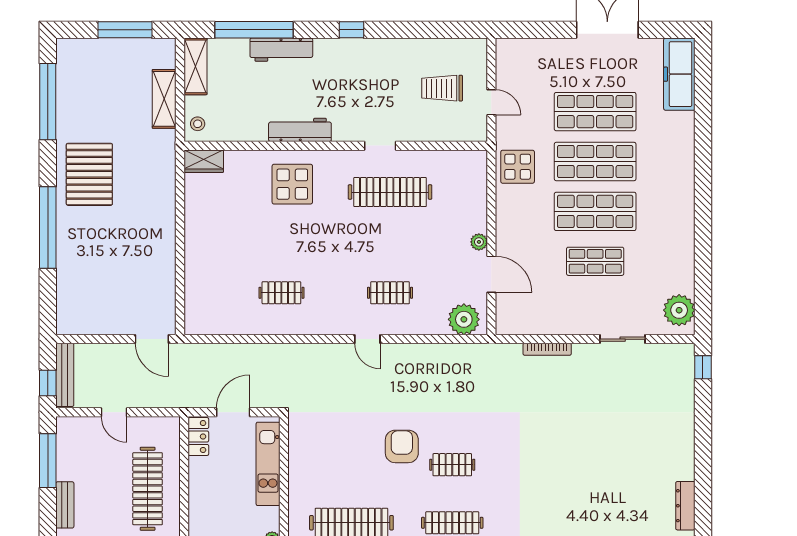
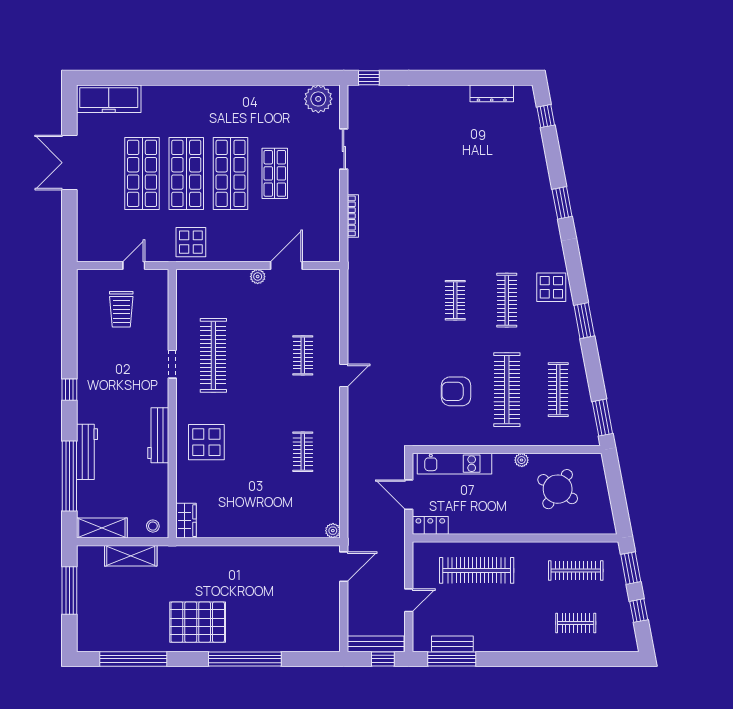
plant: (464, 319) -> (333, 531), moved, width x0.53, depth x0.53
armchair: (402, 446) -> (456, 391), moved
bench: (65, 505) -> (452, 644), moved

